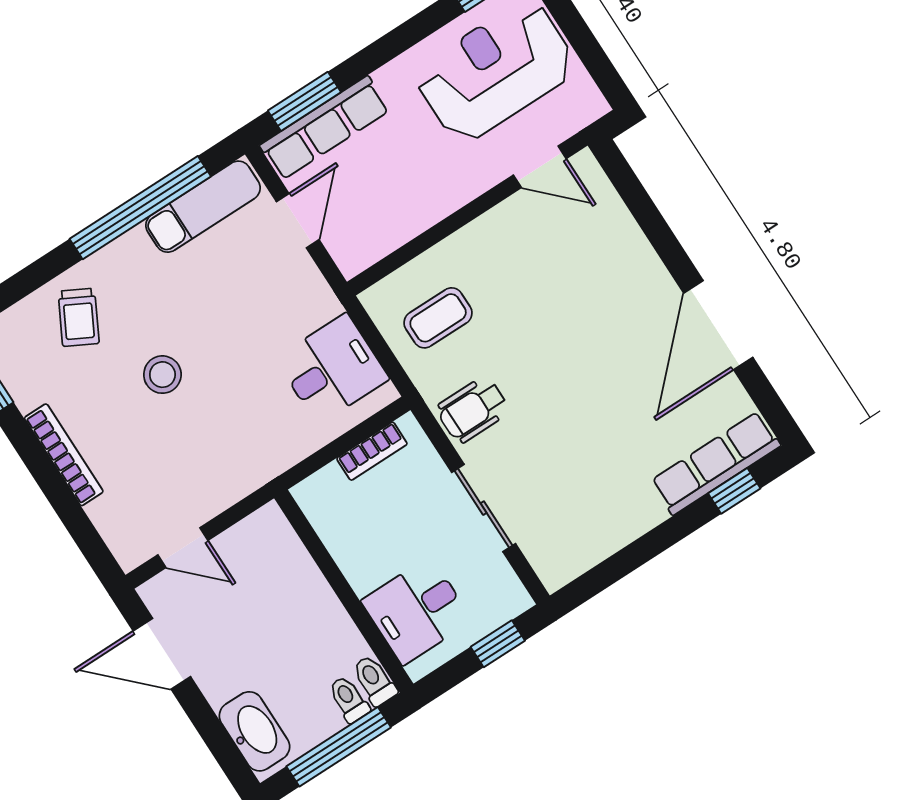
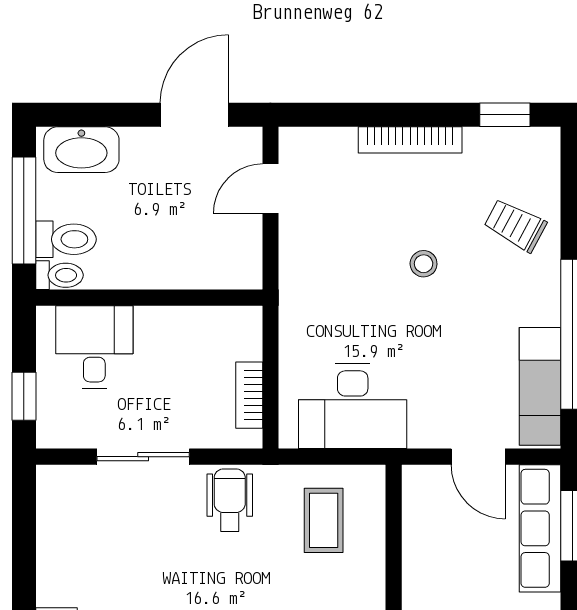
desk: (332, 369) -> (353, 406), width x1.37
stool: (162, 375) -> (424, 264), width x0.73, depth x0.73
toilet: (349, 699) -> (66, 239), width x1.37, depth x1.39

